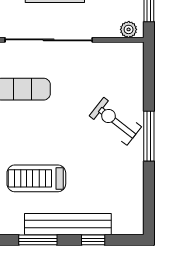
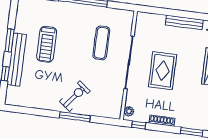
window: (149, 136) -> (75, 117), moved
treadmill: (36, 178) -> (47, 44), turned 180

